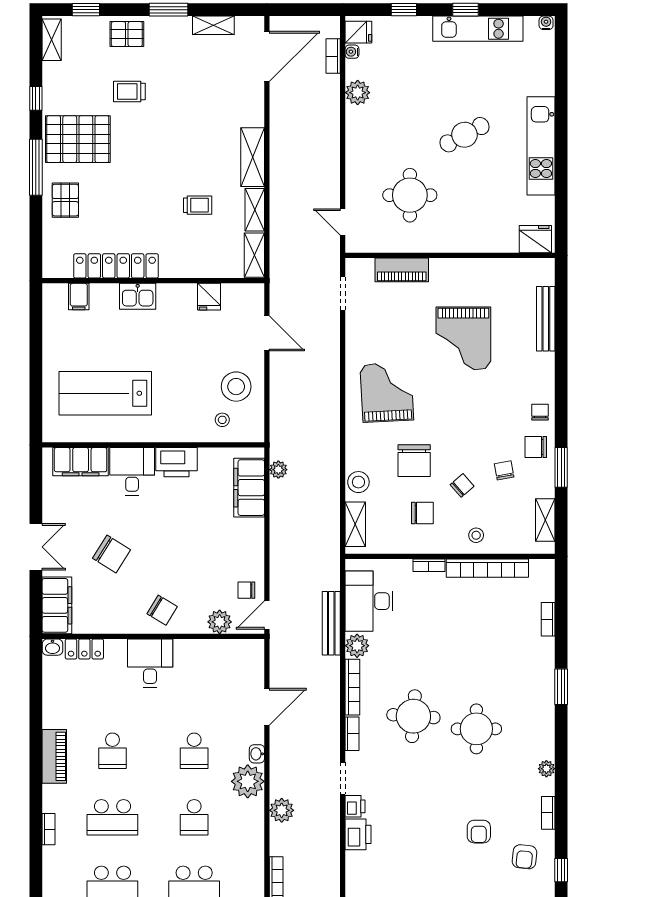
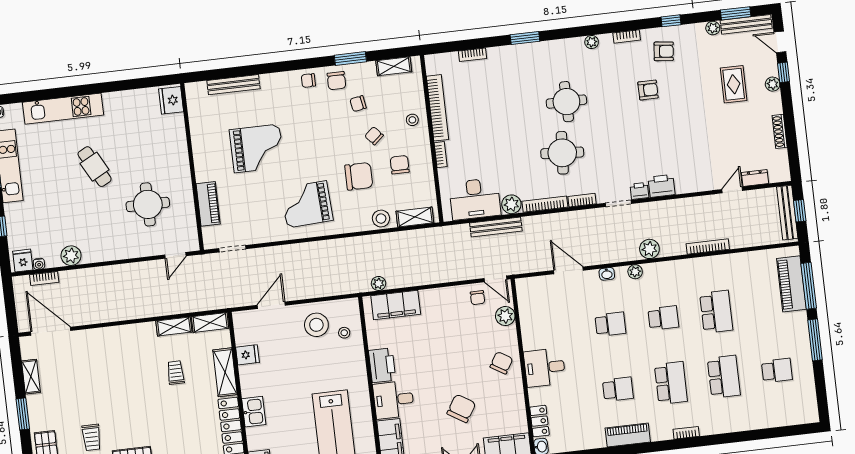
kitchen unit: (541, 146) -> (63, 109), moved
shelving: (253, 157) -> (225, 372), moved, turned 90
plant: (248, 781) -> (635, 272), width x0.53, depth x0.53

